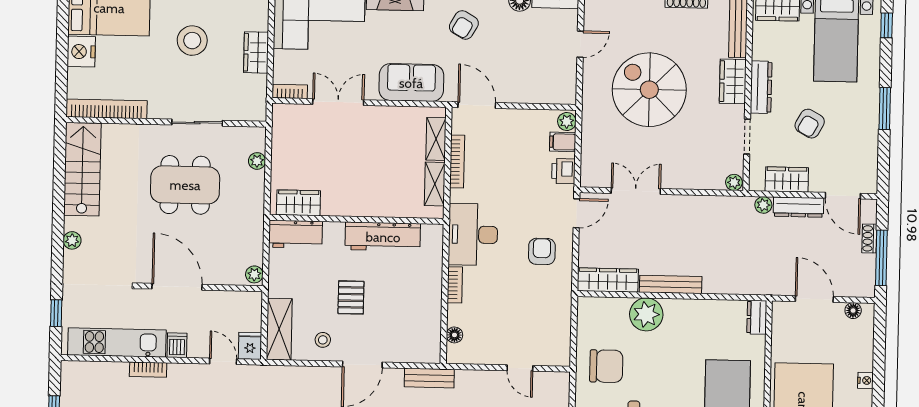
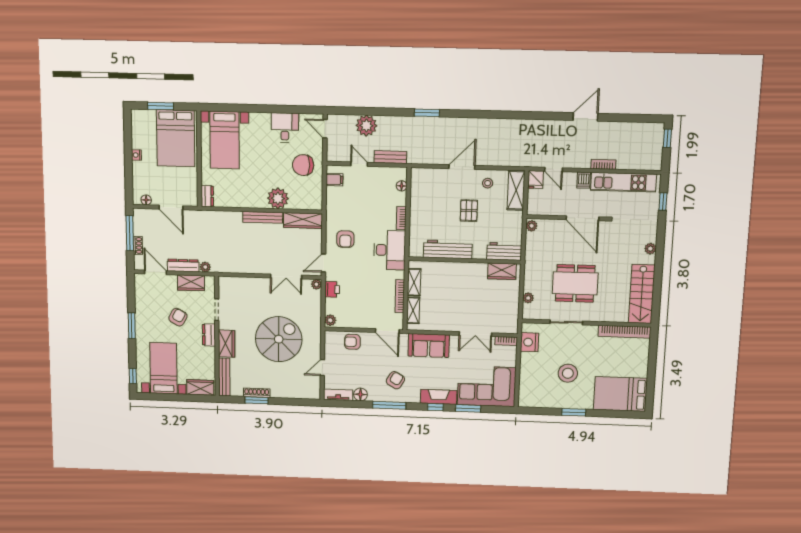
nightstand: (81, 52) -> (529, 342), moved, turned 180
wardrobe: (256, 52) -> (527, 365), removed
armchair: (532, 87) -> (352, 342), added
dresser: (761, 87) -> (209, 335), width x0.70
spiral stairs: (649, 90) -> (279, 339), turned -90
filing cabinet: (563, 142) -> (334, 180), moved
plant: (734, 182) -> (316, 284), moved
bench: (429, 378) -> (390, 157), moved

